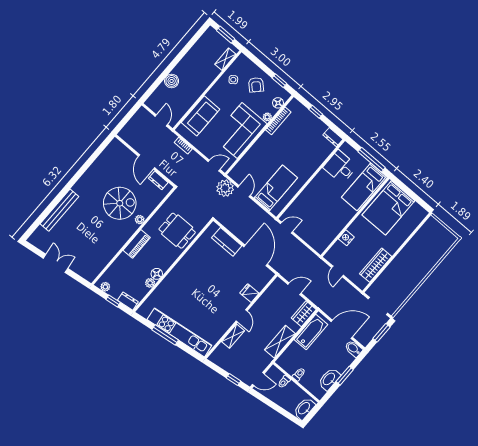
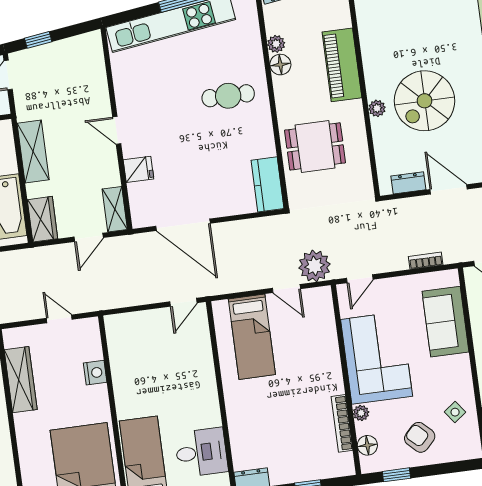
kitchen counter: (227, 242) -> (267, 184), moved, turned -90
piano: (137, 244) -> (342, 65), width x1.37, depth x1.33
cafe table: (188, 284) -> (228, 96), added
shelving: (233, 336) -> (115, 209), moved

